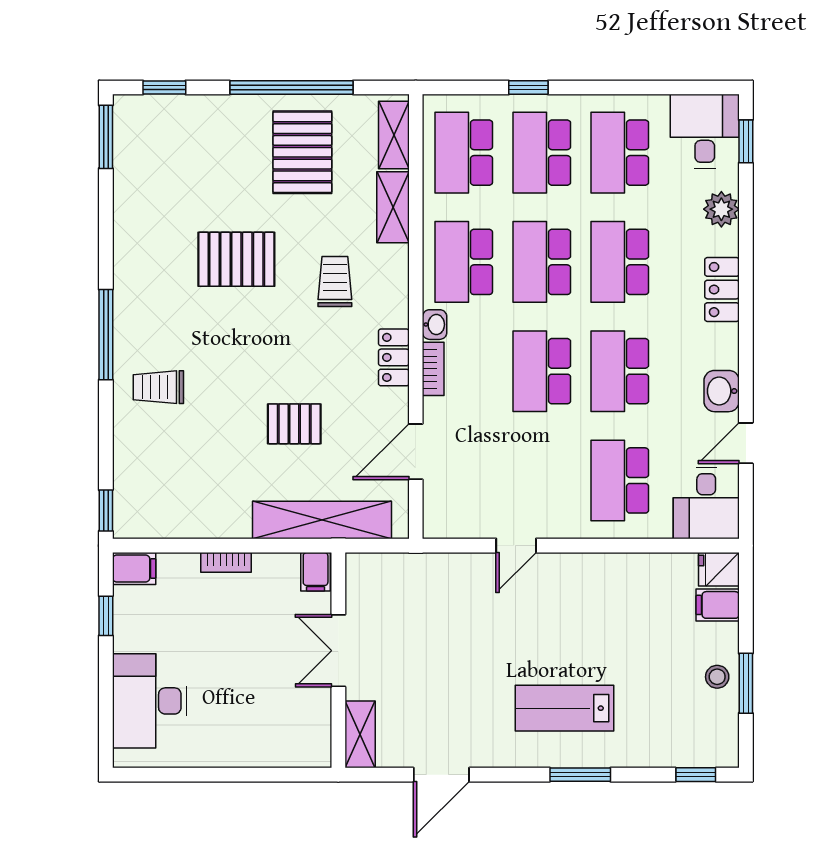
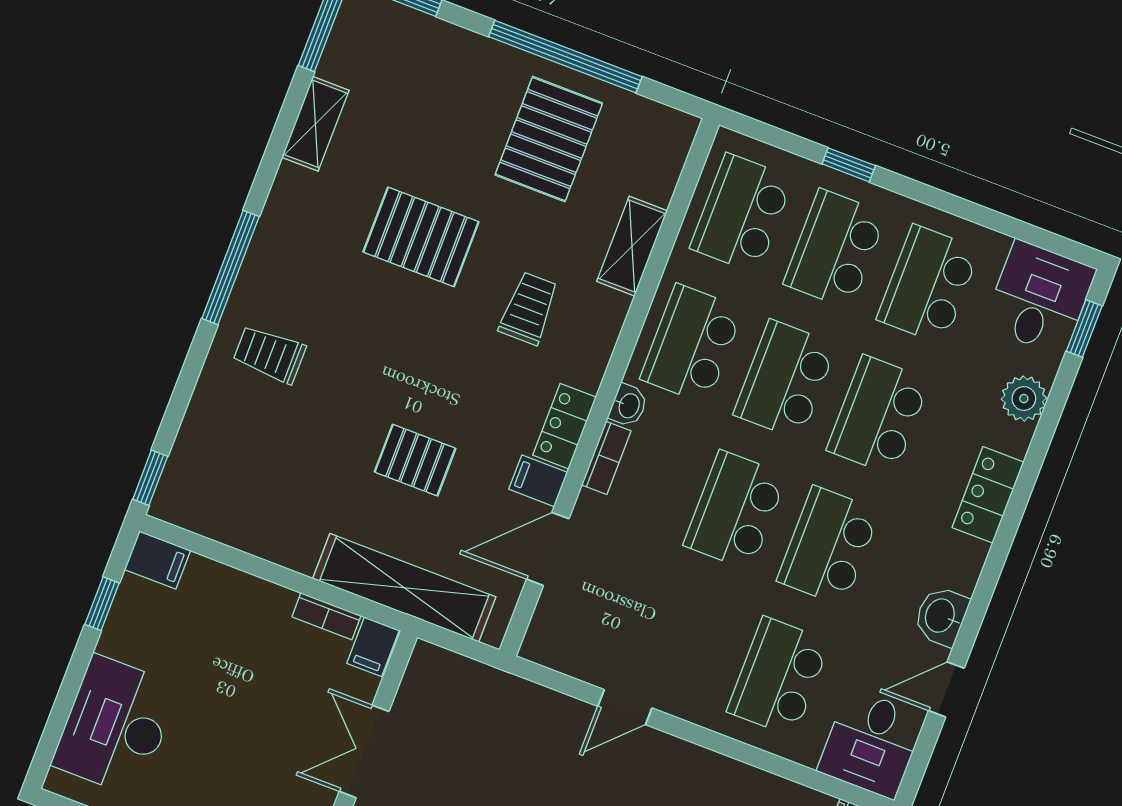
shelving: (394, 135) -> (315, 124), moved
filing cabinet: (390, 405) -> (538, 481), added
bookcase: (226, 562) -> (326, 616), moved

